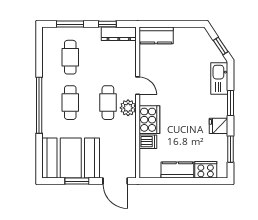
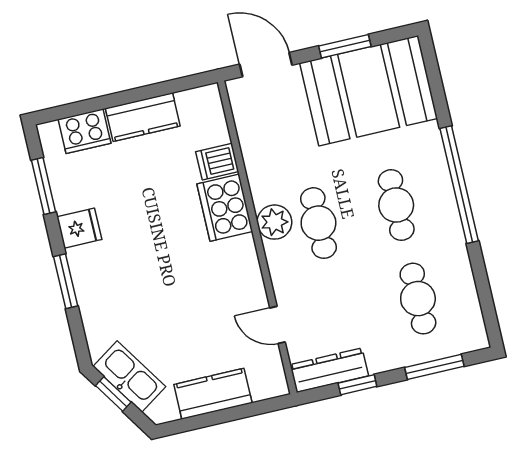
kitchen counter: (156, 35) -> (213, 394), moved
kitchen sink: (219, 78) -> (129, 377), moved, turned -34
door: (138, 86) -> (278, 325), moved

